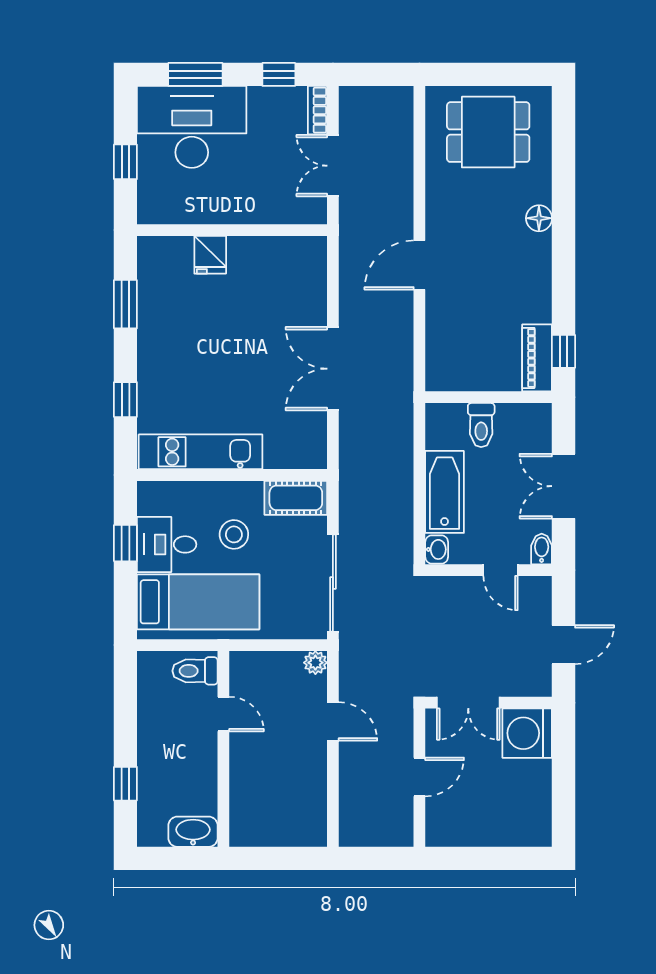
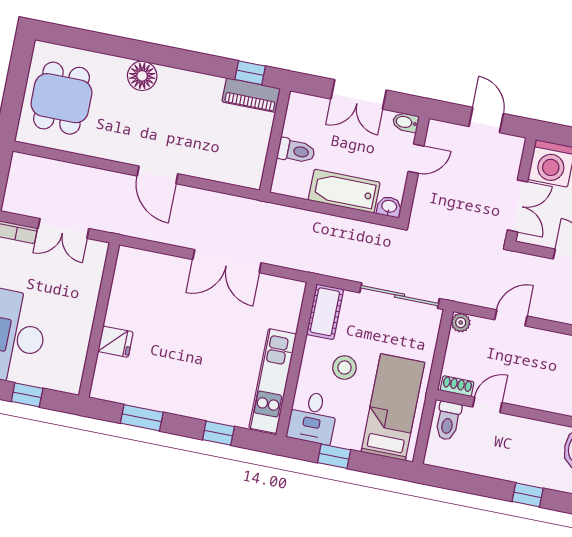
floor lamp: (539, 218) -> (142, 76), width x1.38, depth x1.38
desk: (167, 544) -> (313, 417), moved
shoe rack: (239, 673) -> (457, 386), added

